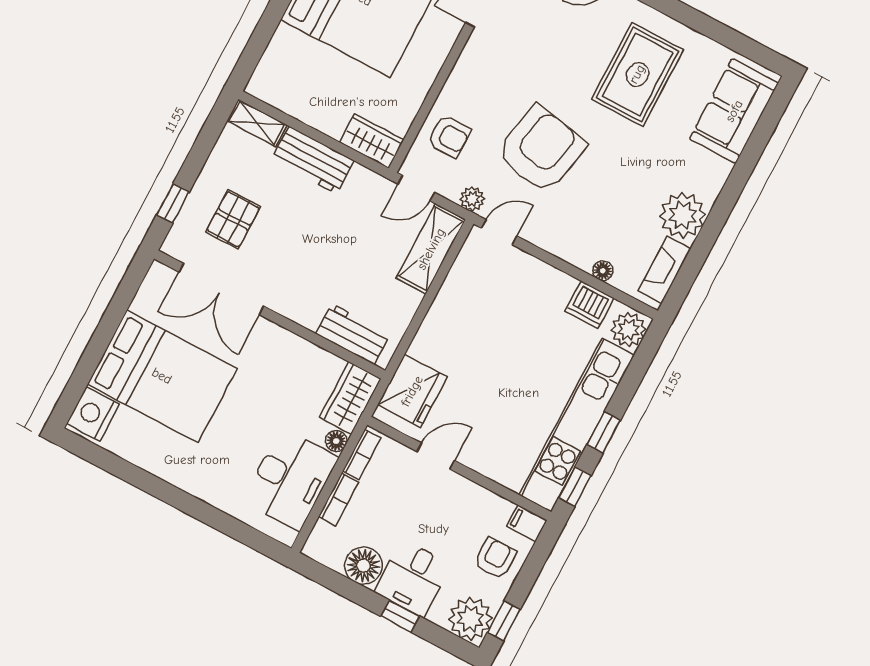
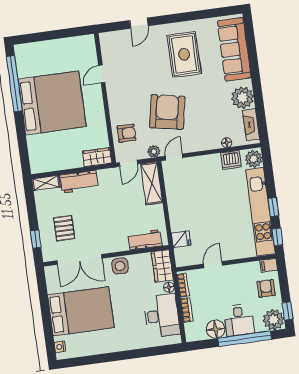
sofa: (734, 111) -> (234, 49), width x1.36
side table: (281, 348) -> (120, 266), added
fridge: (412, 391) -> (181, 239), width x0.53, depth x0.75
nightstand: (93, 414) -> (60, 347), width x0.53, depth x0.56
window: (400, 616) -> (245, 339), width x3.17

